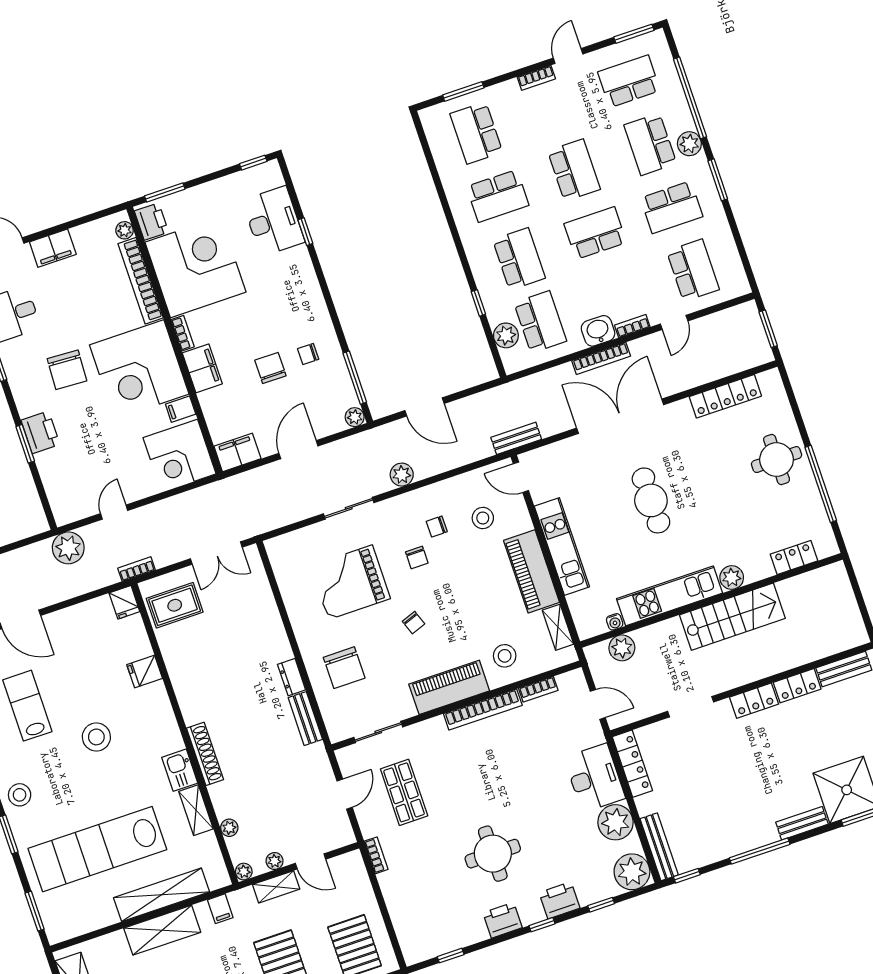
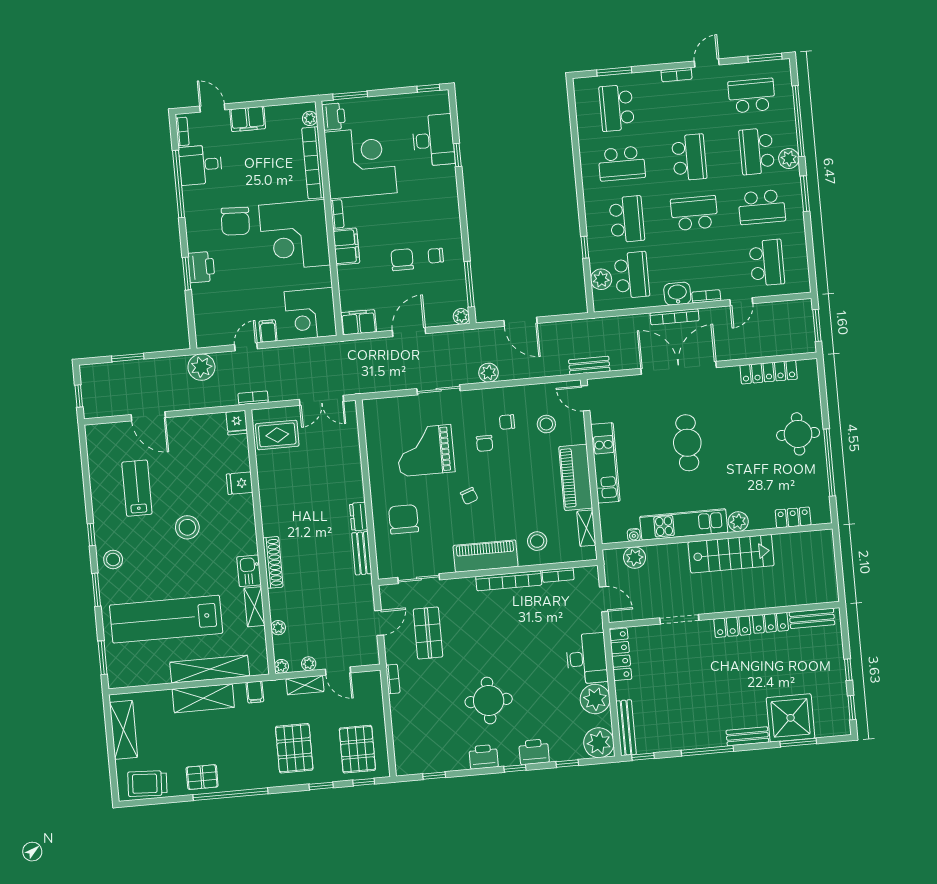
filing cabinet: (181, 409) -> (268, 331), moved, turned 90
chair: (344, 668) -> (404, 519), turned 180

